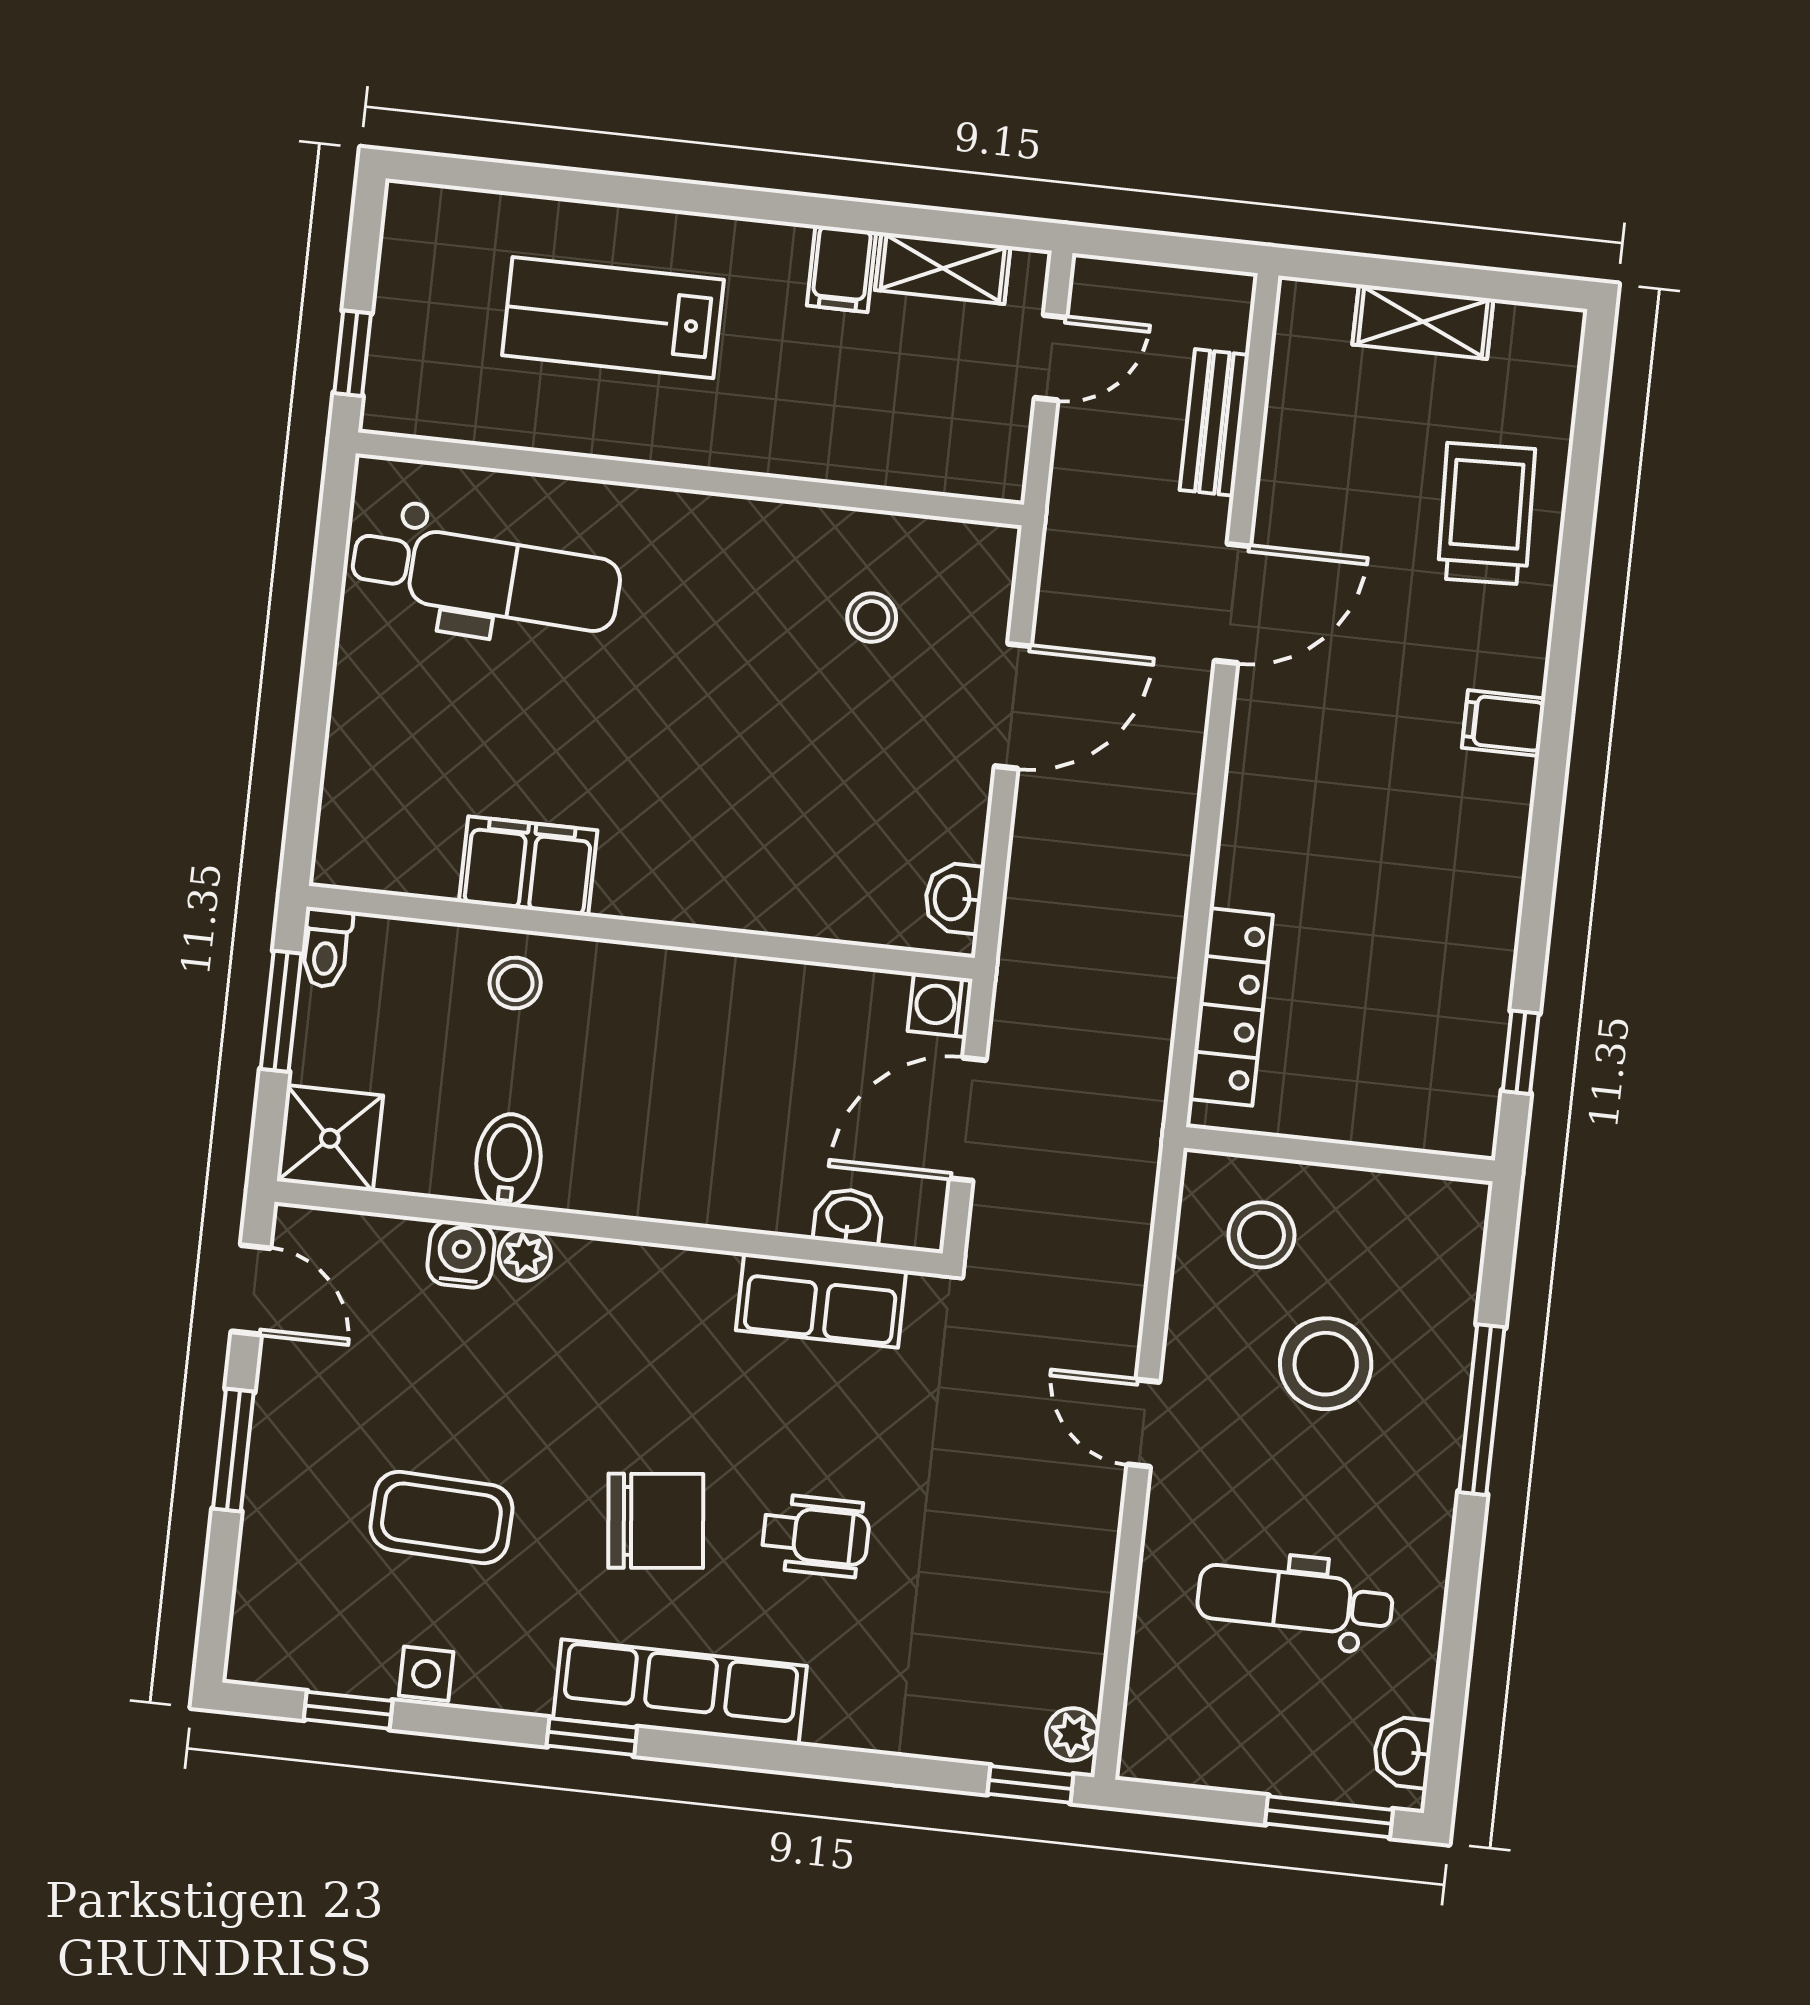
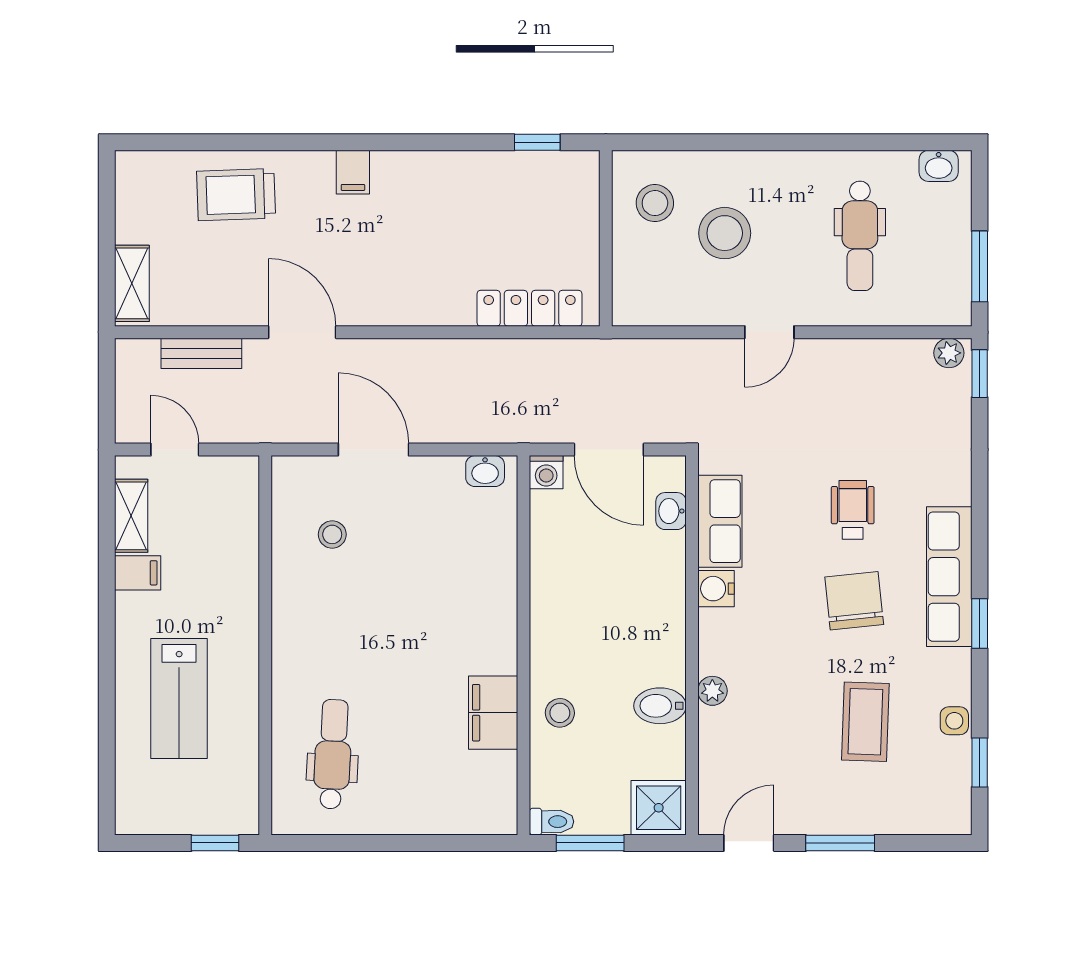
shelving: (1423, 322) -> (132, 283), moved
dental chair: (486, 577) -> (333, 754), width x0.73, depth x0.72
stool: (1261, 1235) -> (655, 203), moved
water cooler: (461, 1254) -> (716, 589), moved
window: (1482, 1410) -> (741, 142), removed
window: (1329, 1817) -> (980, 266), moved

